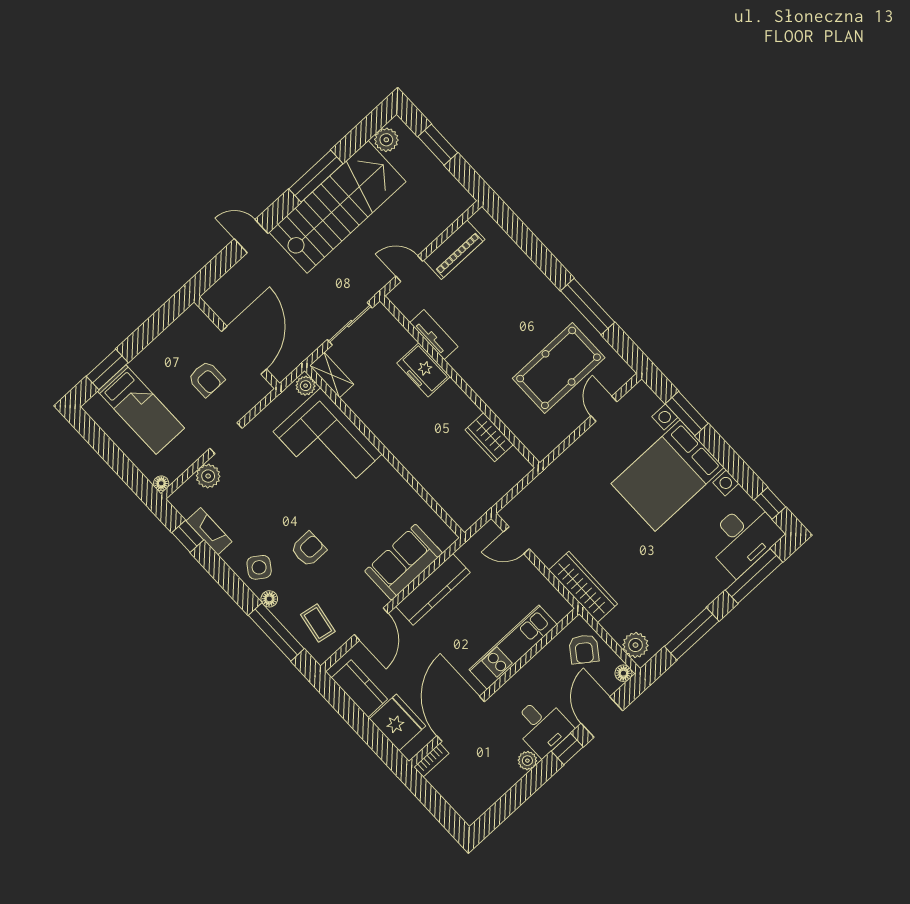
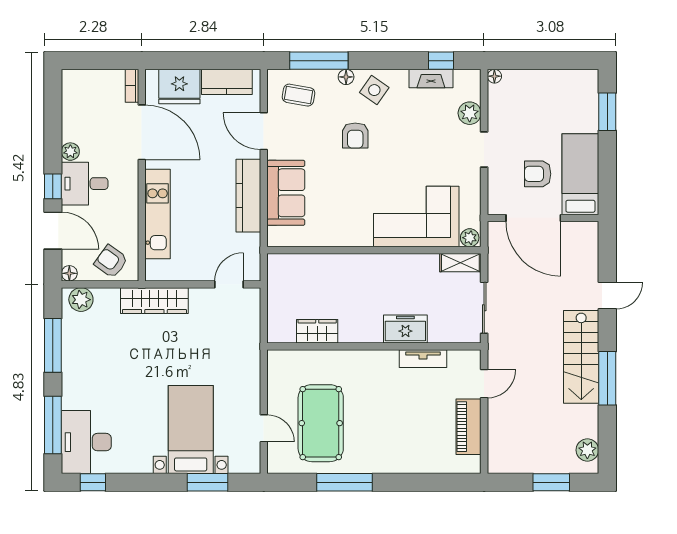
stairs: (338, 207) -> (581, 357), width x0.73, depth x0.66
bed: (141, 410) -> (580, 174), moved, turned 90
bed with nightstands: (668, 476) -> (191, 430), width x0.73

